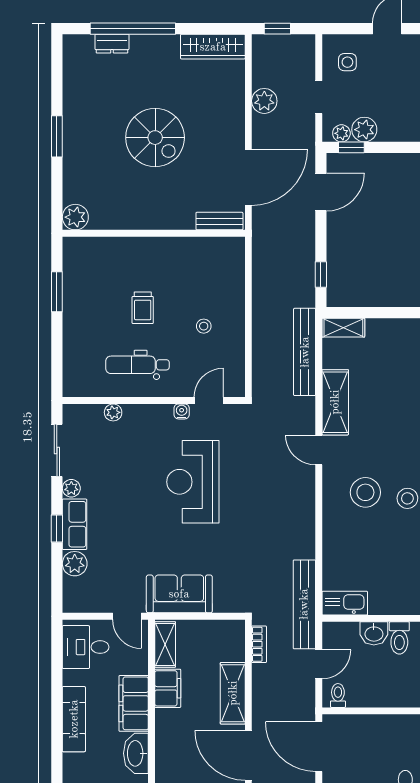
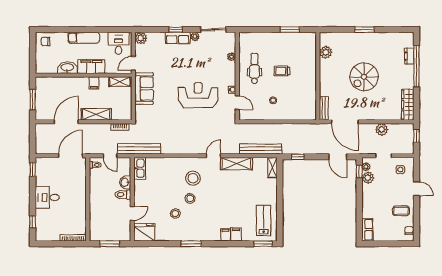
plant: (75, 217) -> (326, 52), moved
plant: (75, 564) -> (141, 38), moved
filing cabinet: (168, 688) -> (94, 83), width x0.50

